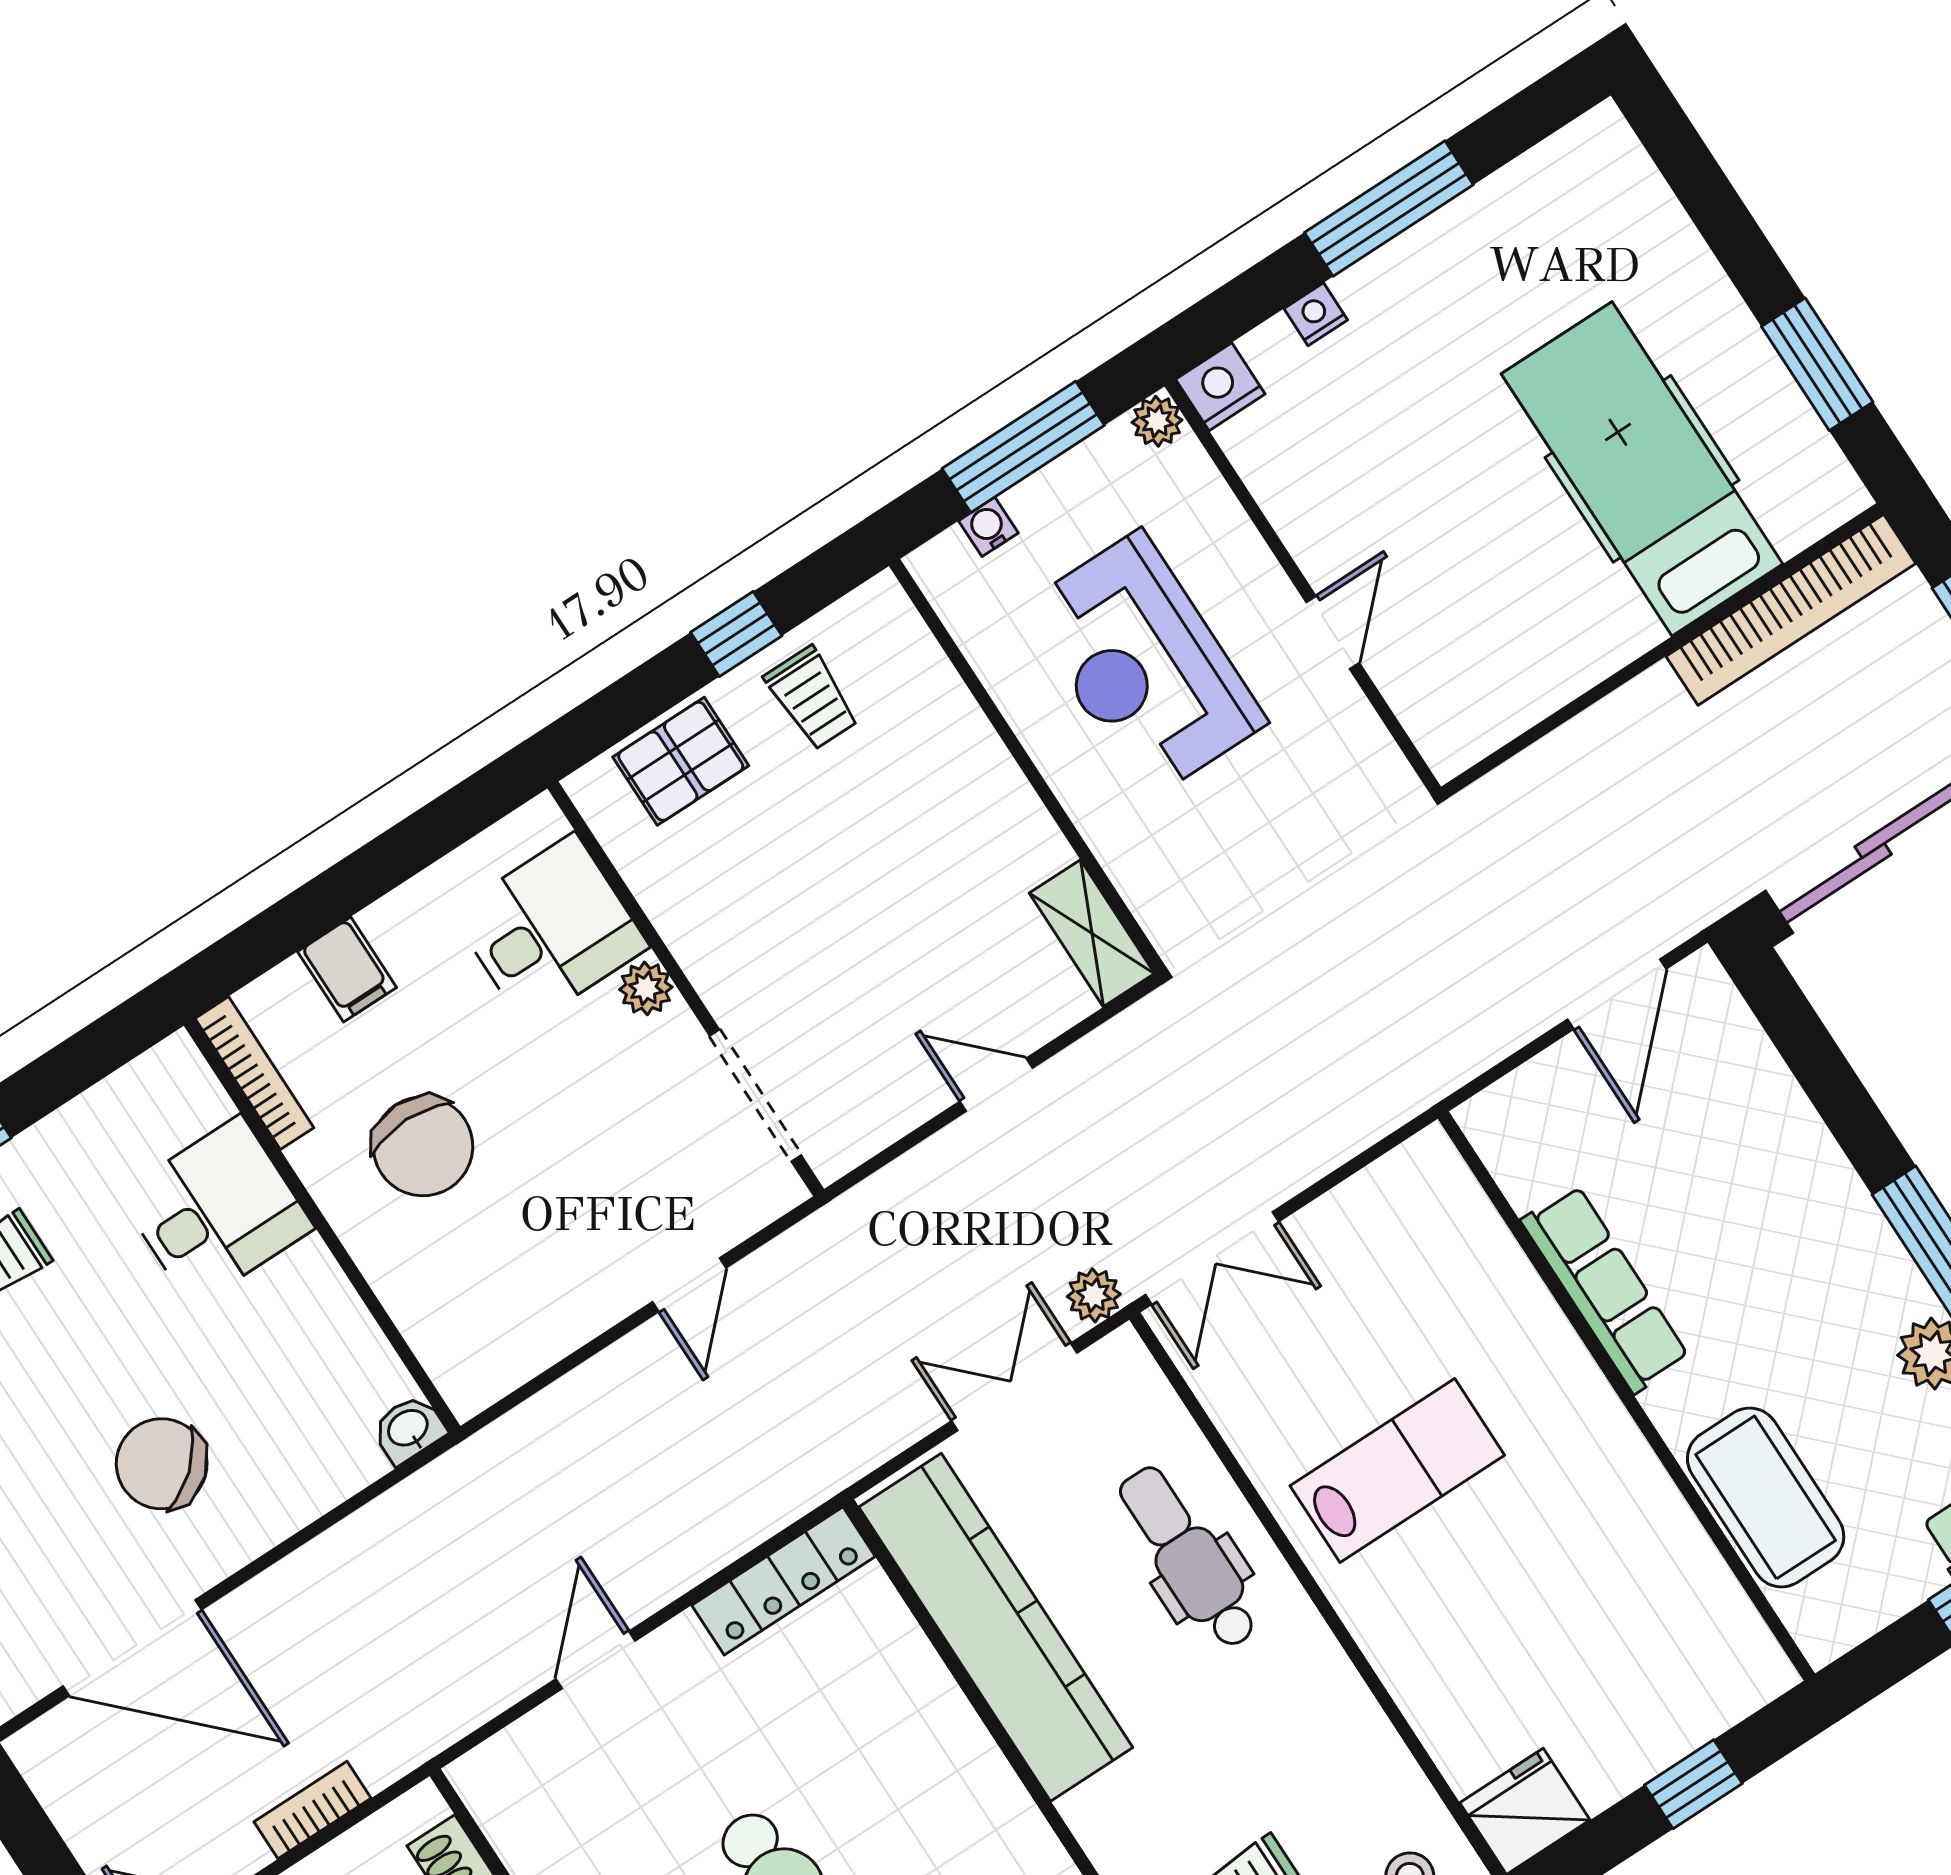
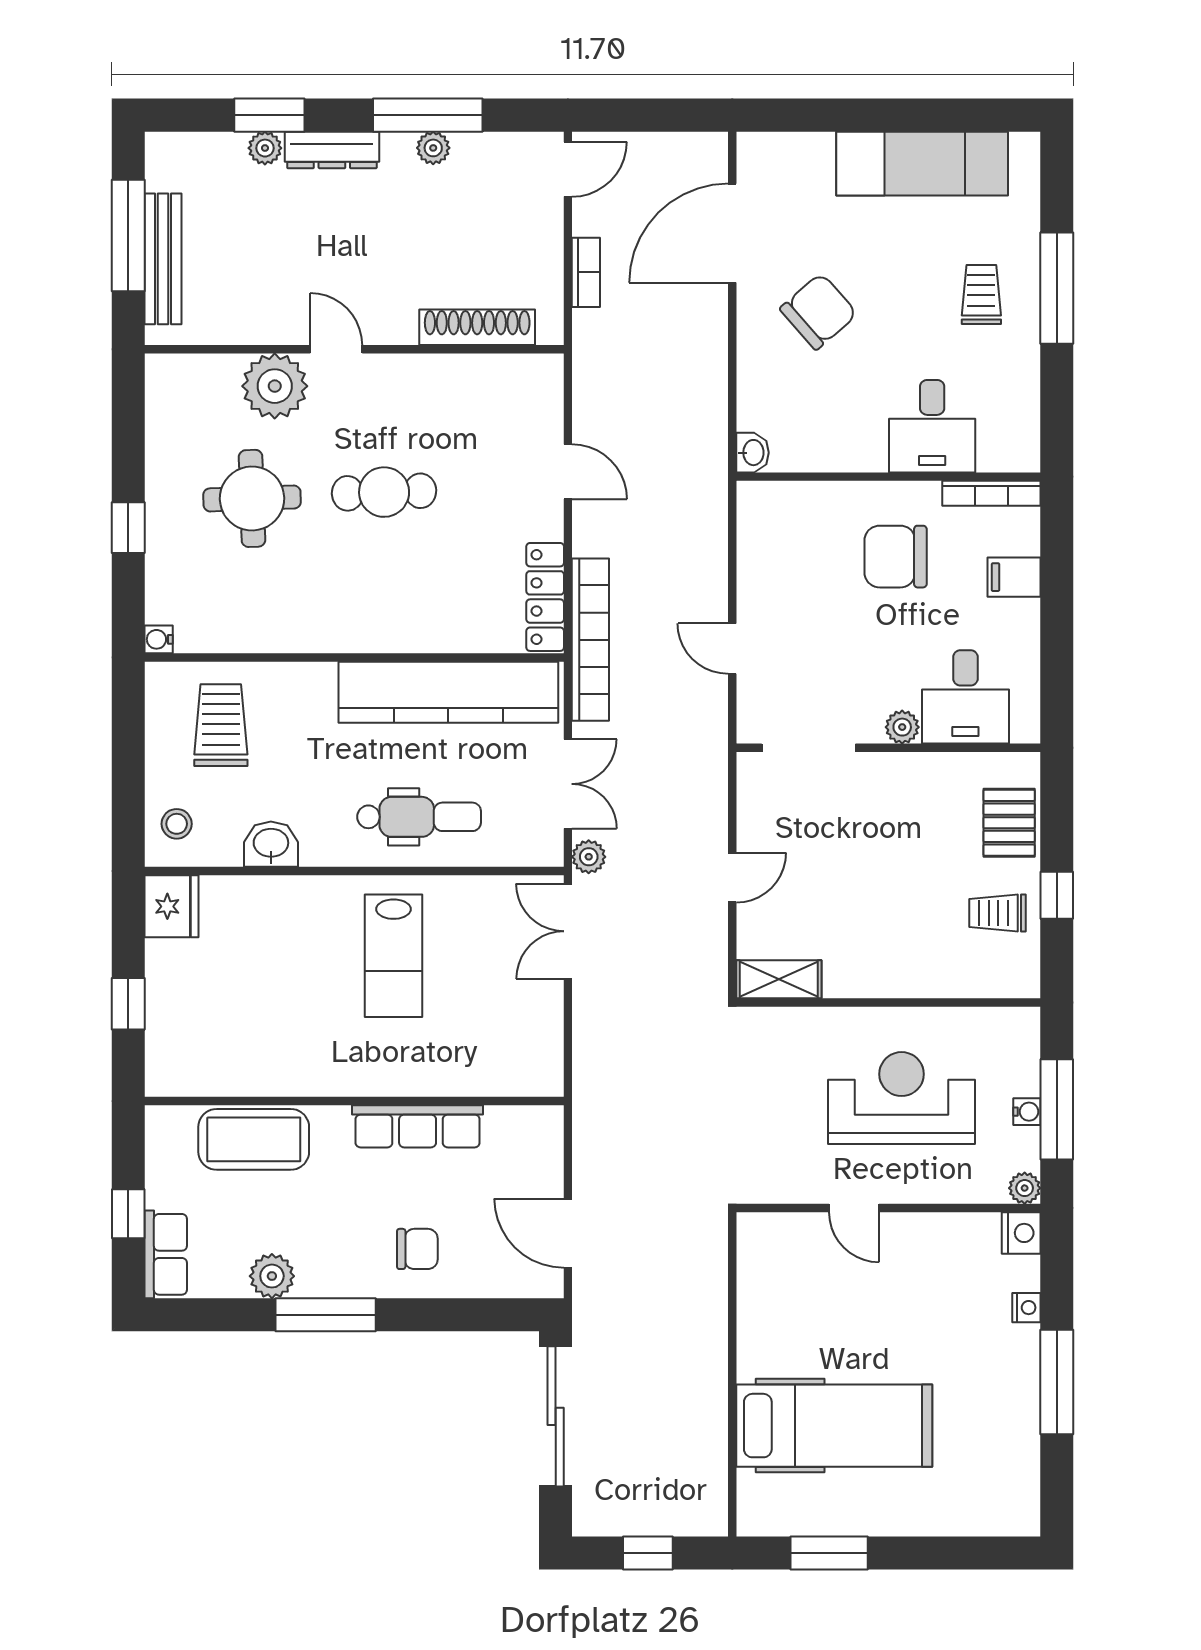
water cooler: (988, 527) -> (1027, 1112), moved
bookcase: (1791, 610) -> (590, 640), moved, turned 180
chair: (1769, 1182) -> (417, 1249), added
washbasin: (1355, 1732) -> (271, 844), added

